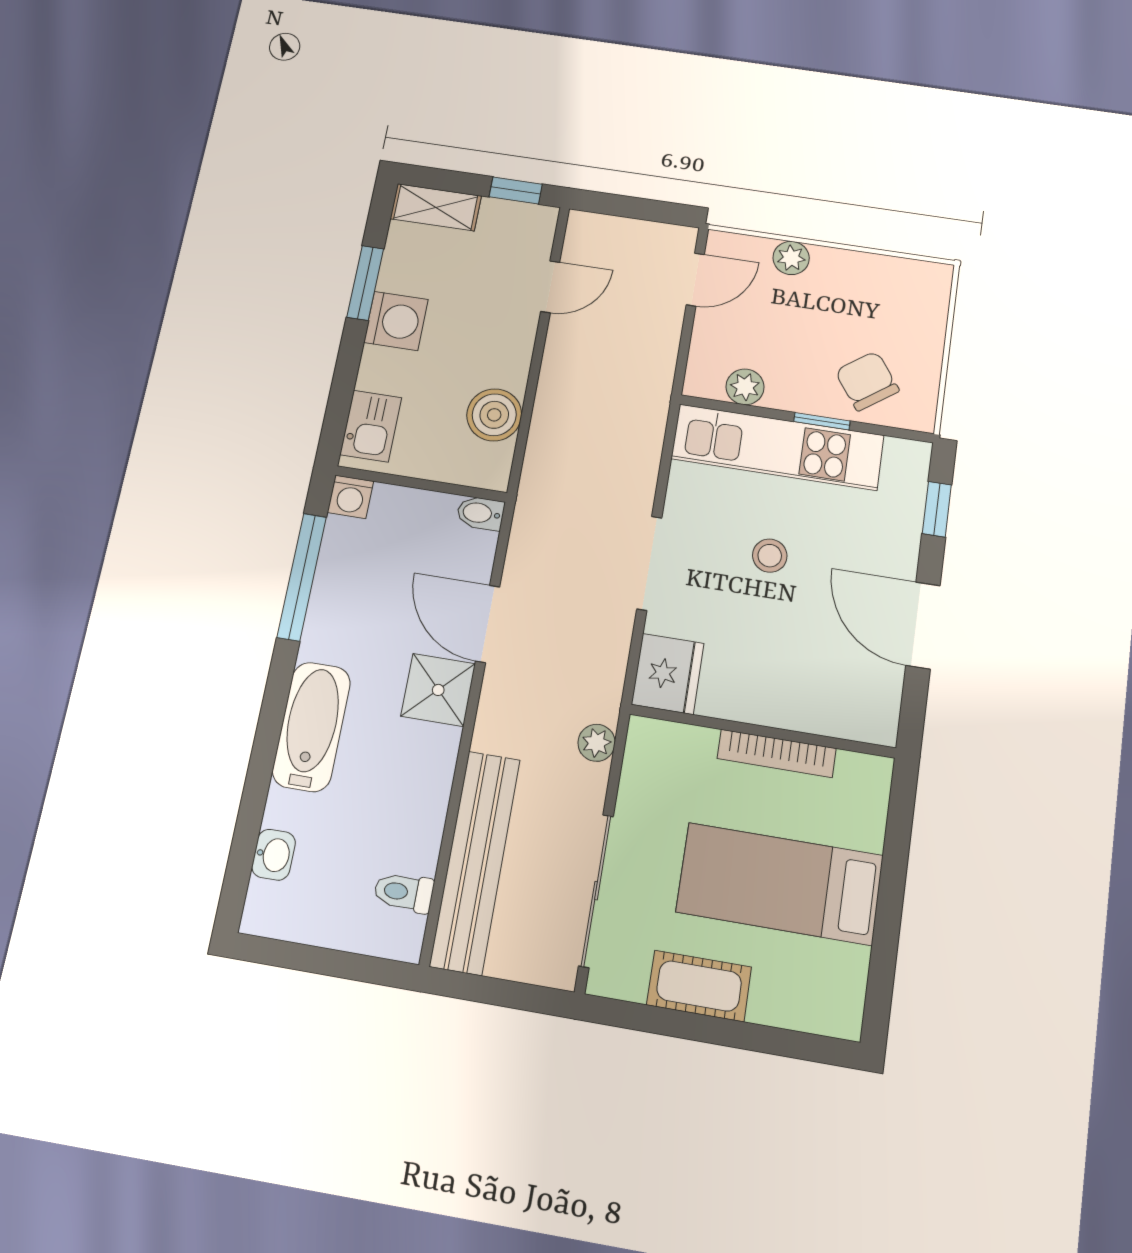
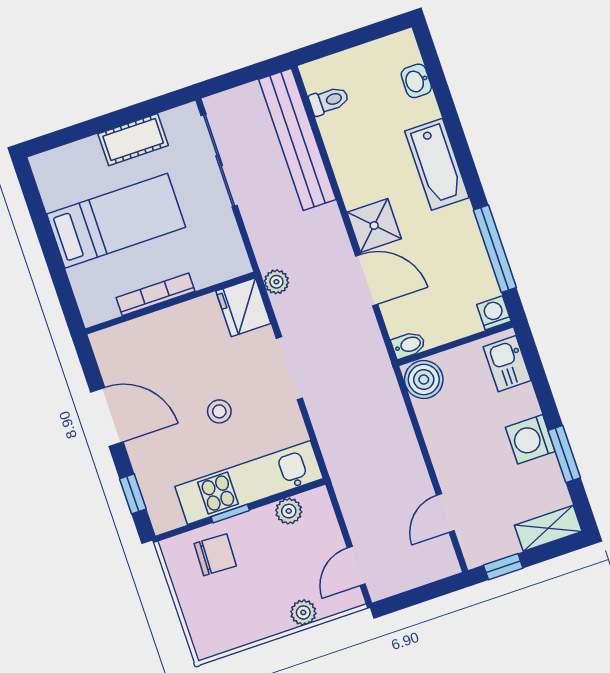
chair: (867, 381) -> (215, 555), turned -52
boiler: (494, 415) -> (424, 379), moved
plant: (597, 743) -> (276, 282), moved

